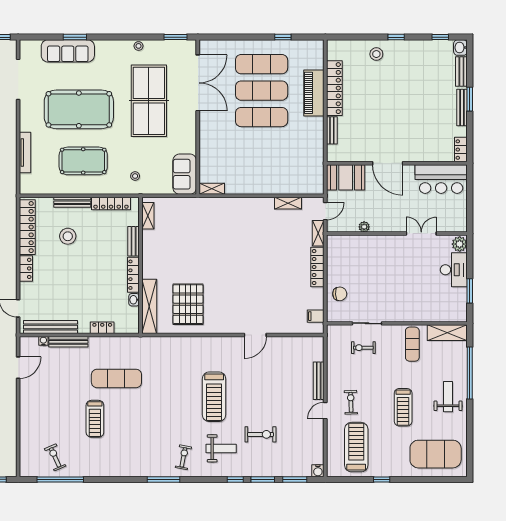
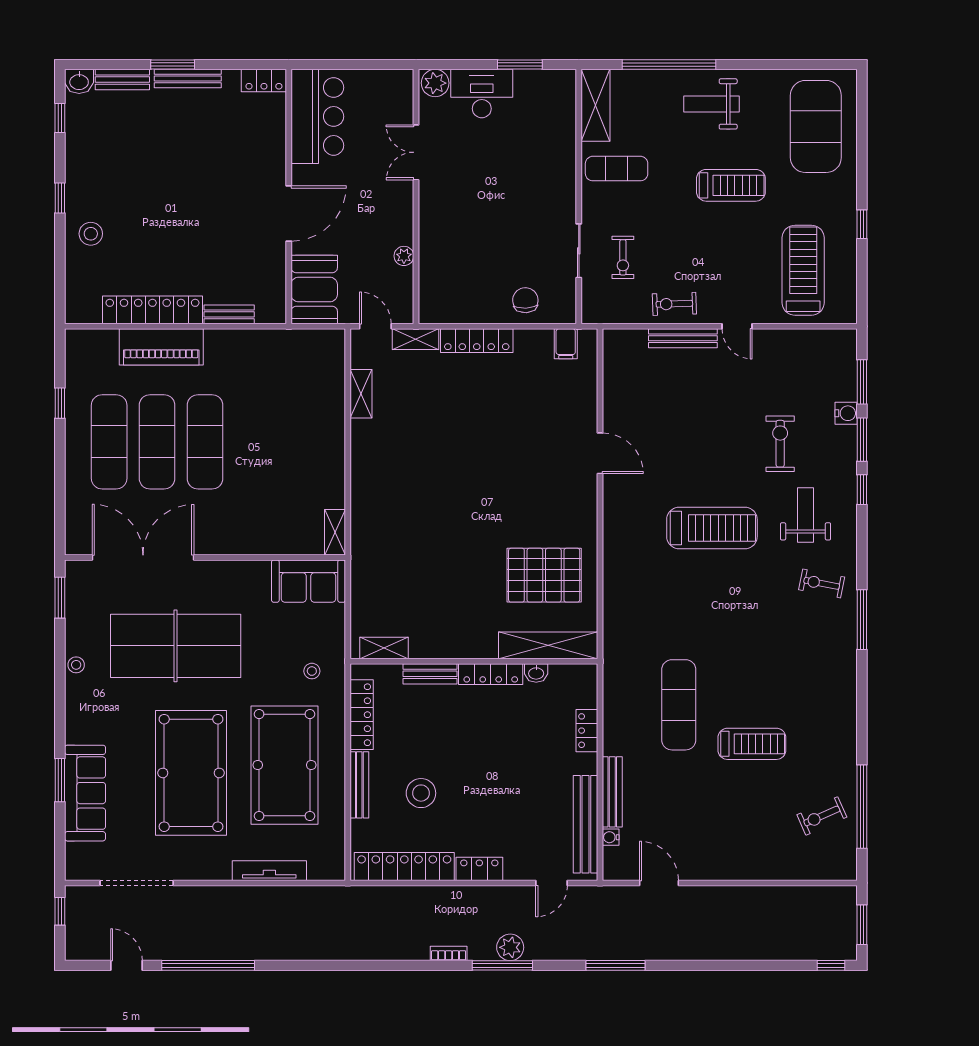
pool table: (83, 161) -> (284, 765), width x1.36, depth x1.32
exercise bike: (351, 402) -> (674, 304), moved
treadmill: (356, 447) -> (803, 270), turned 90
water cooler: (318, 471) -> (846, 413), moved

